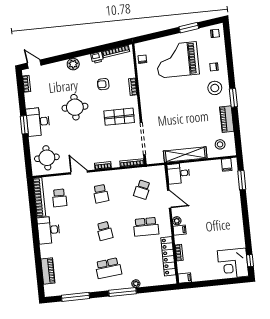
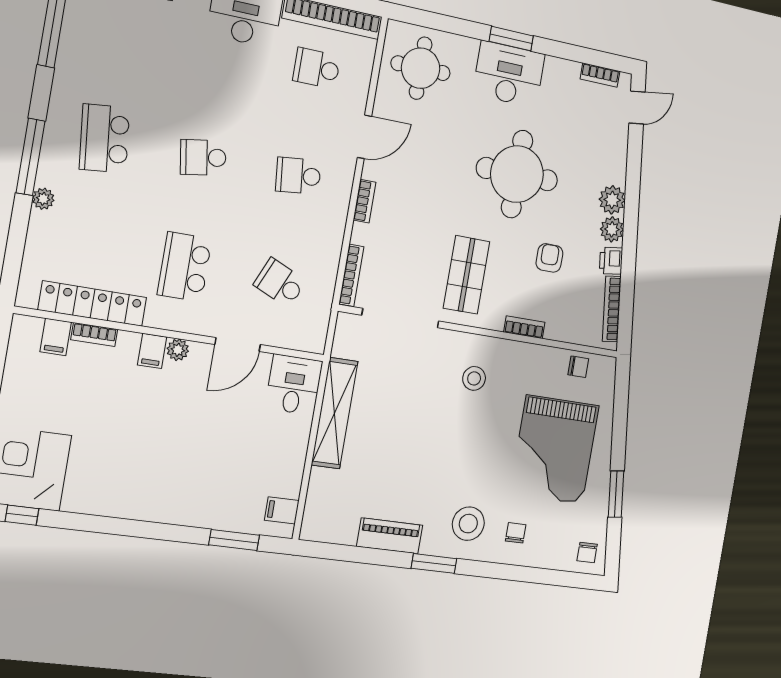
grand piano: (177, 60) -> (554, 450), turned 180
plant: (85, 61) -> (612, 229), added
round table: (75, 107) -> (517, 174), width x1.36, depth x1.36
stool: (220, 144) -> (474, 378), moved
filing cabinet: (185, 278) -> (56, 337), moved

